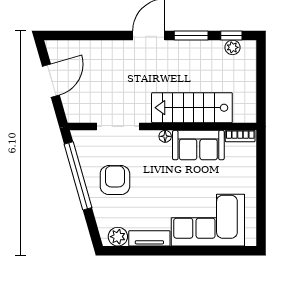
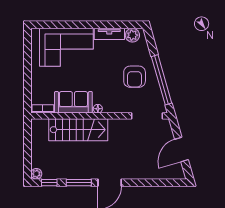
plant: (233, 47) -> (36, 174), moved
doorway: (118, 127) -> (147, 116), moved

